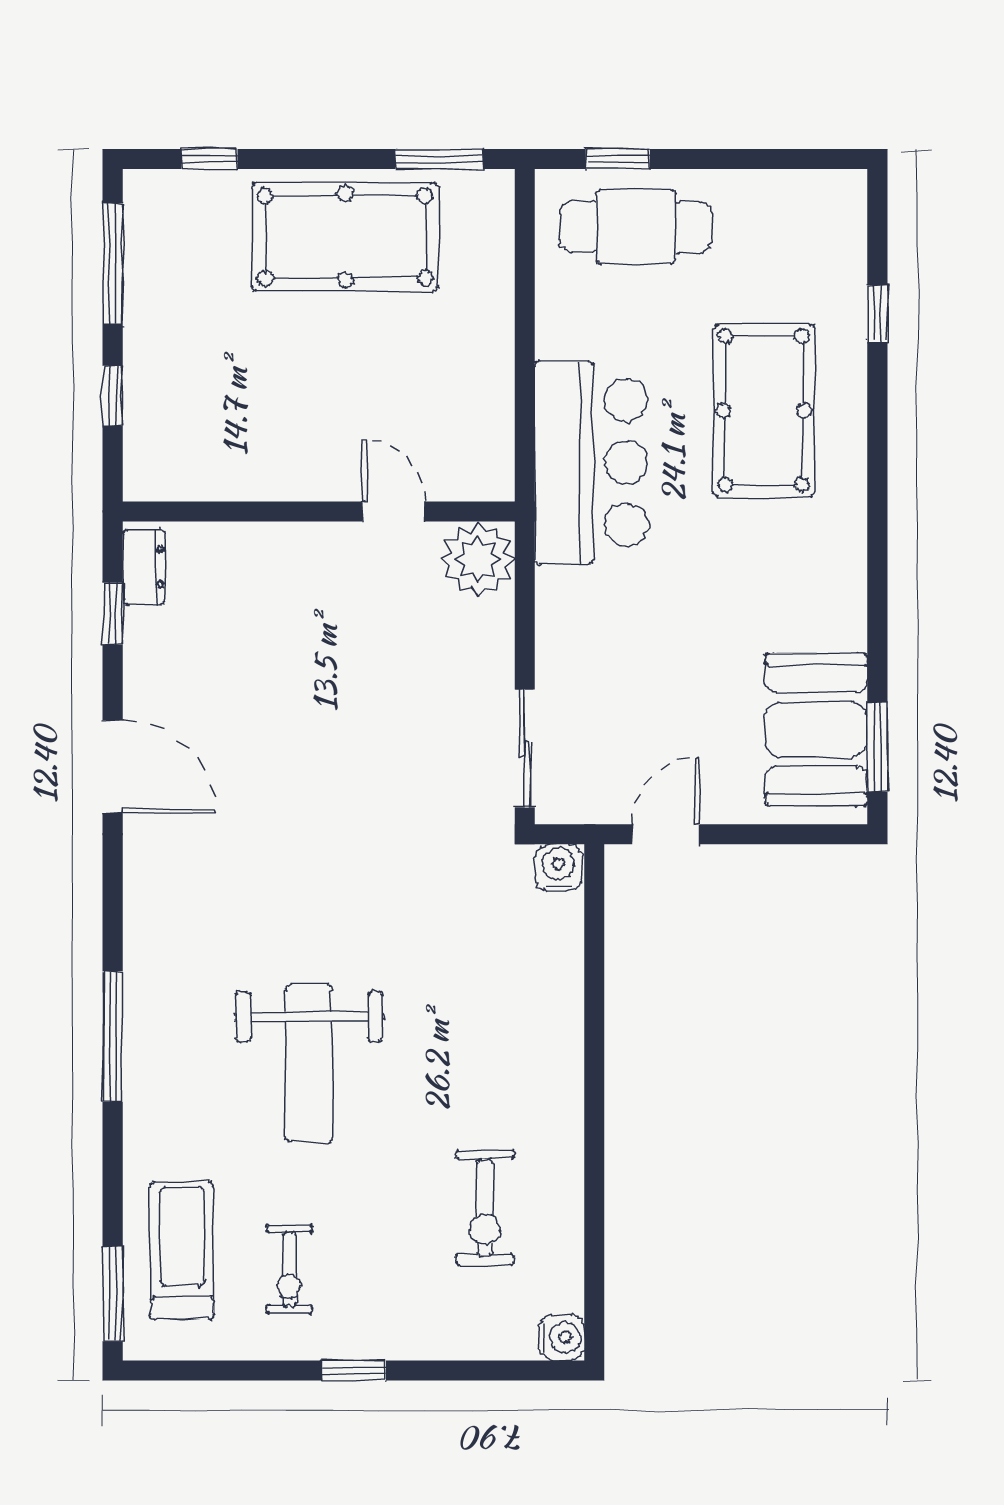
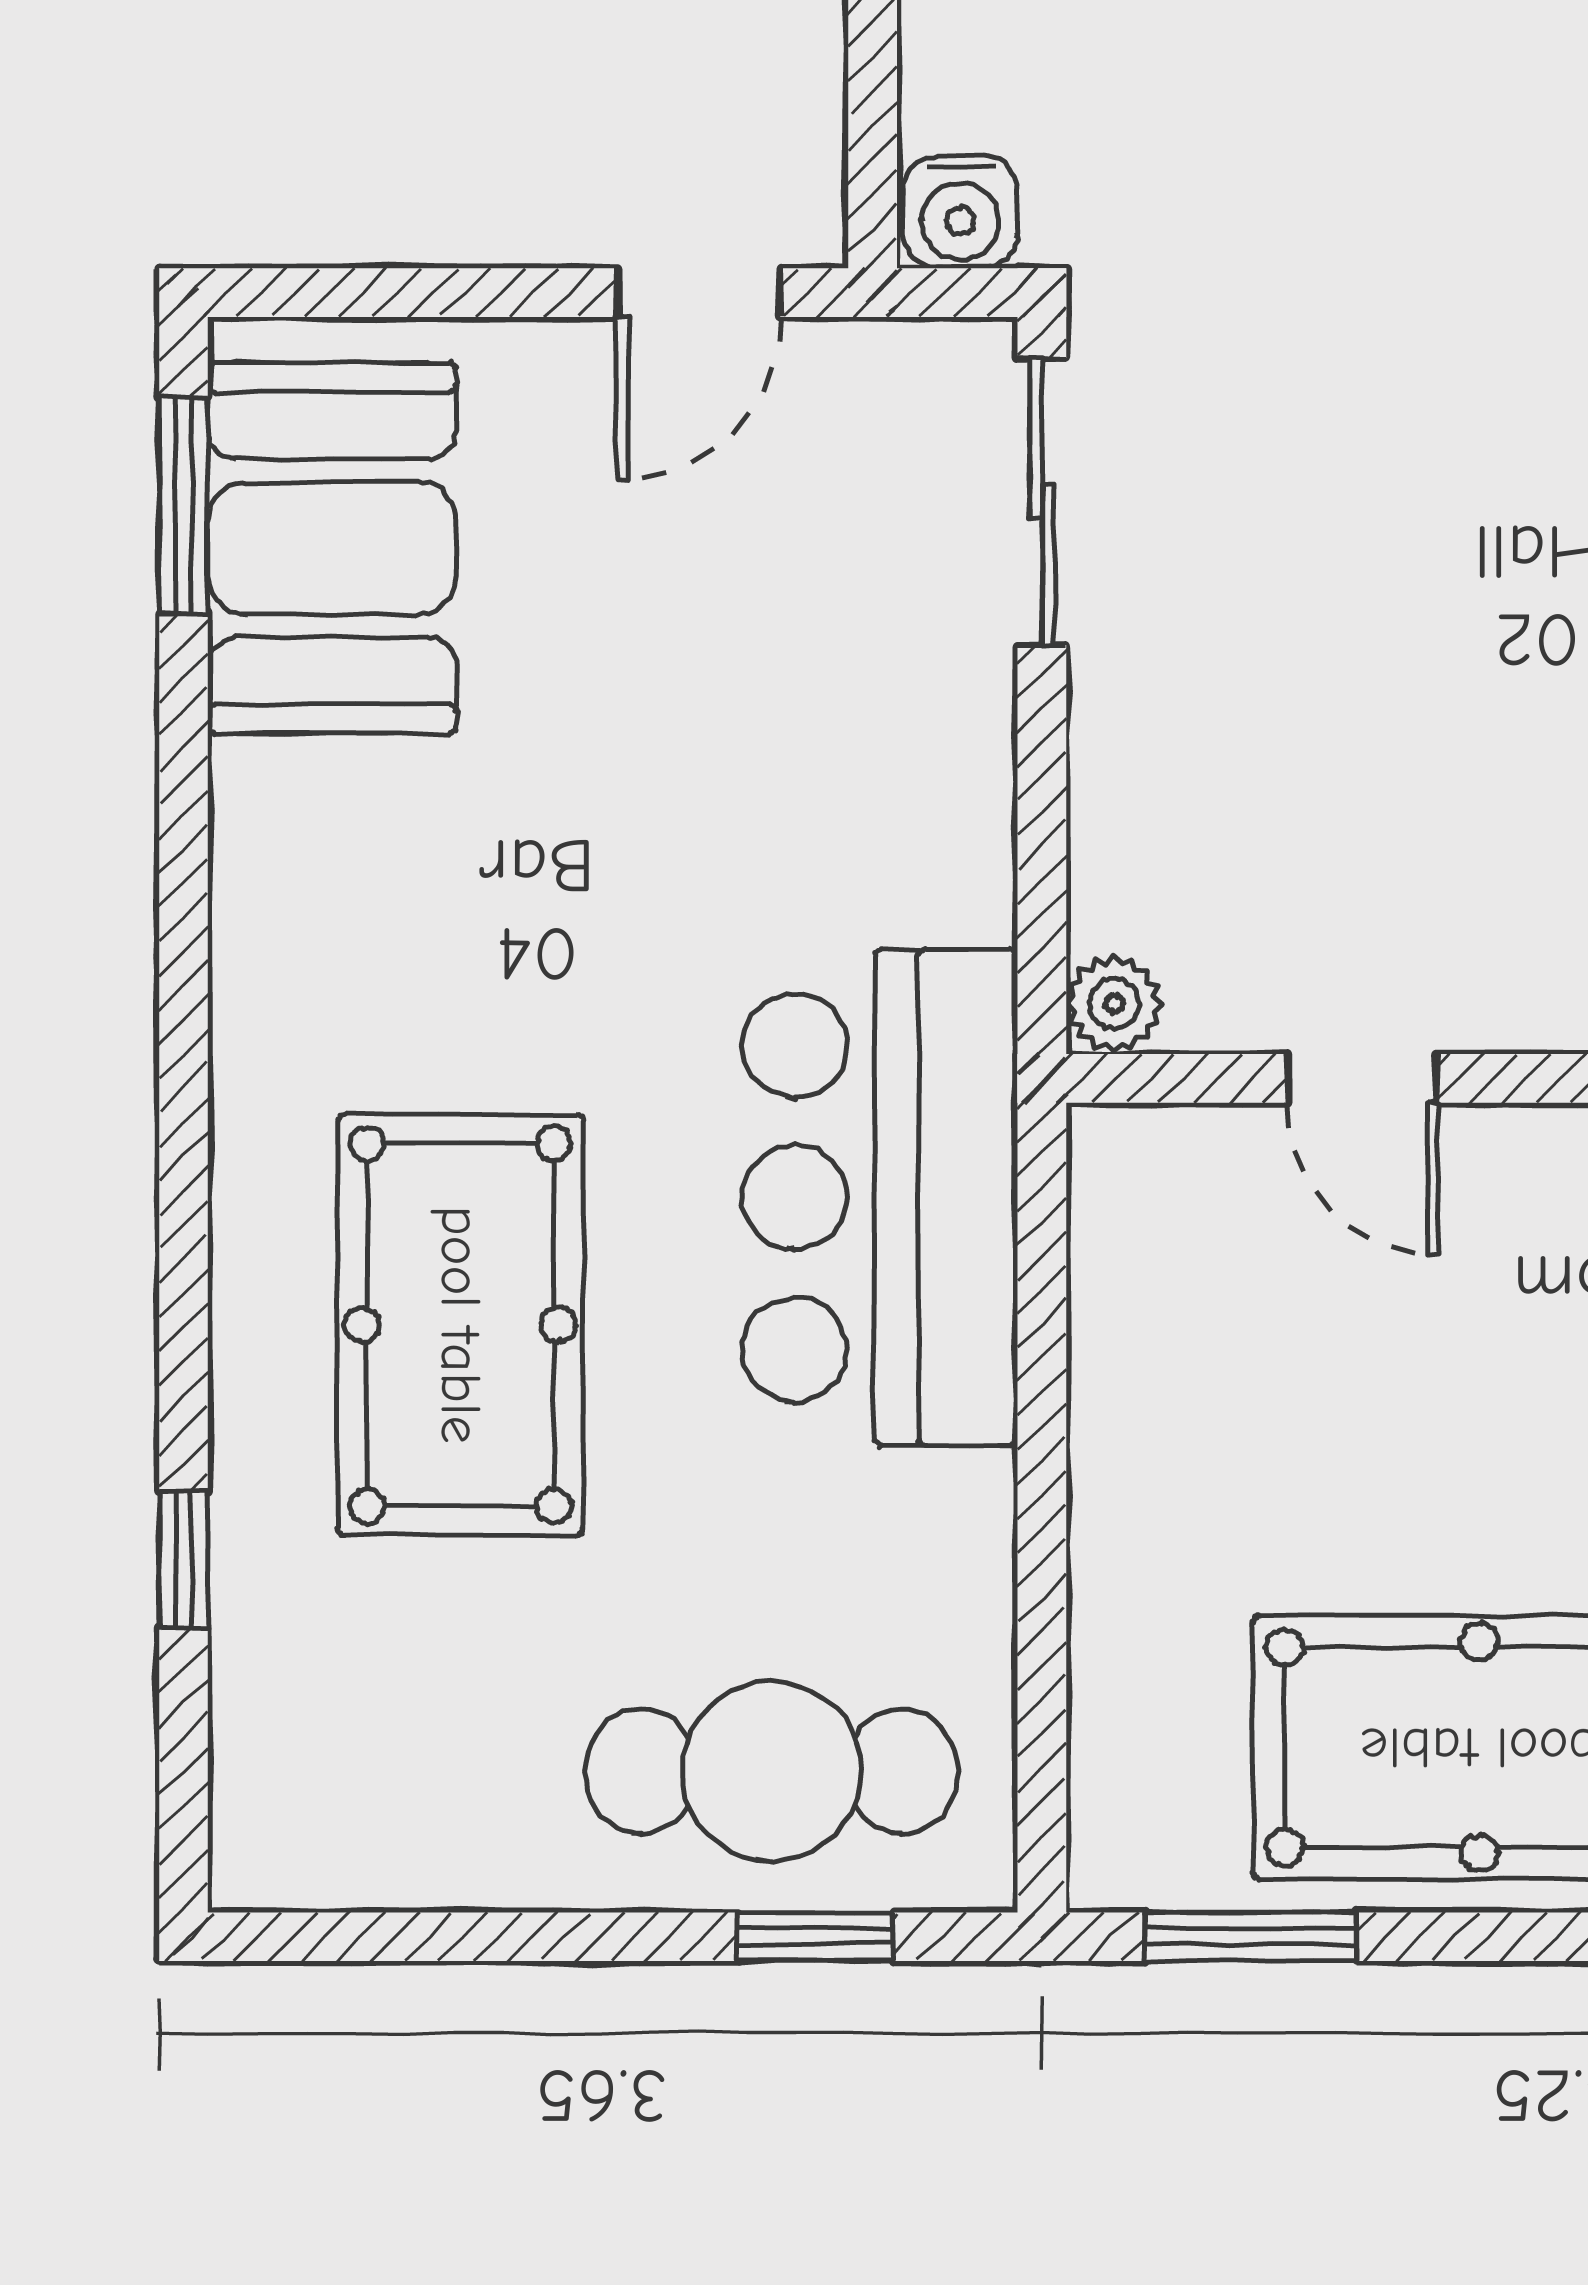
plant: (478, 560) -> (1114, 1003), width x0.53, depth x0.53

